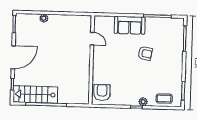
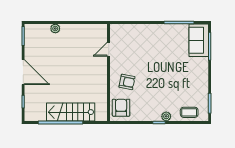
sofa: (130, 25) -> (199, 40), moved, turned 90
door: (92, 39) -> (109, 49), swing flipped
armchair: (145, 53) -> (127, 82), moved
door: (13, 57) -> (23, 72), hinge flipped
stairs: (35, 94) -> (71, 112), moved

